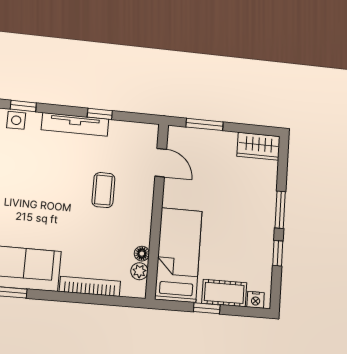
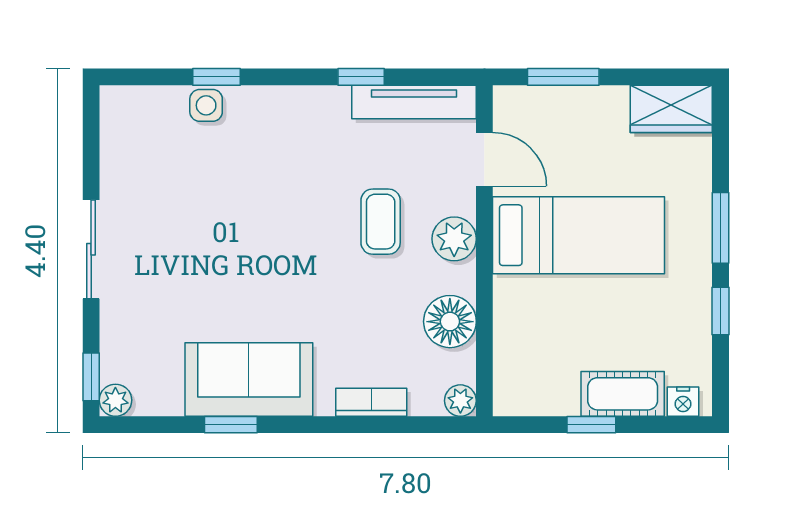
tv unit: (75, 124) -> (414, 102), moved
plant: (142, 203) -> (454, 239), added
floor lamp: (142, 254) -> (450, 322), width x1.89, depth x1.89
bed: (179, 255) -> (579, 235), moved, turned 90
plant: (139, 271) -> (460, 401), moved
bookcase: (90, 286) -> (371, 402), width x0.64

